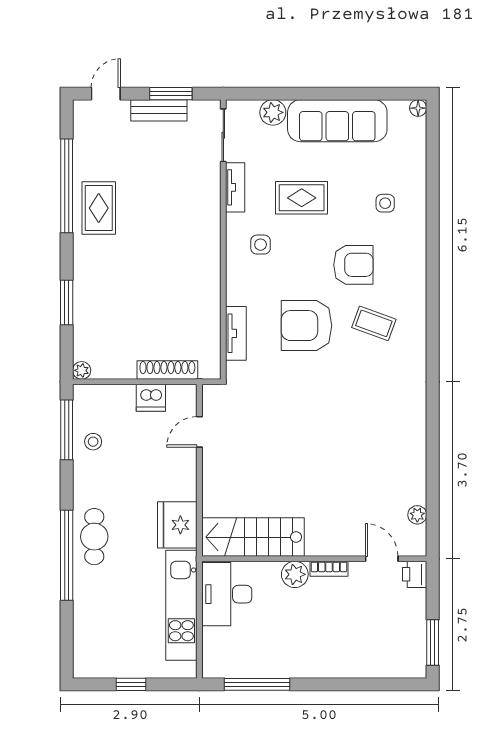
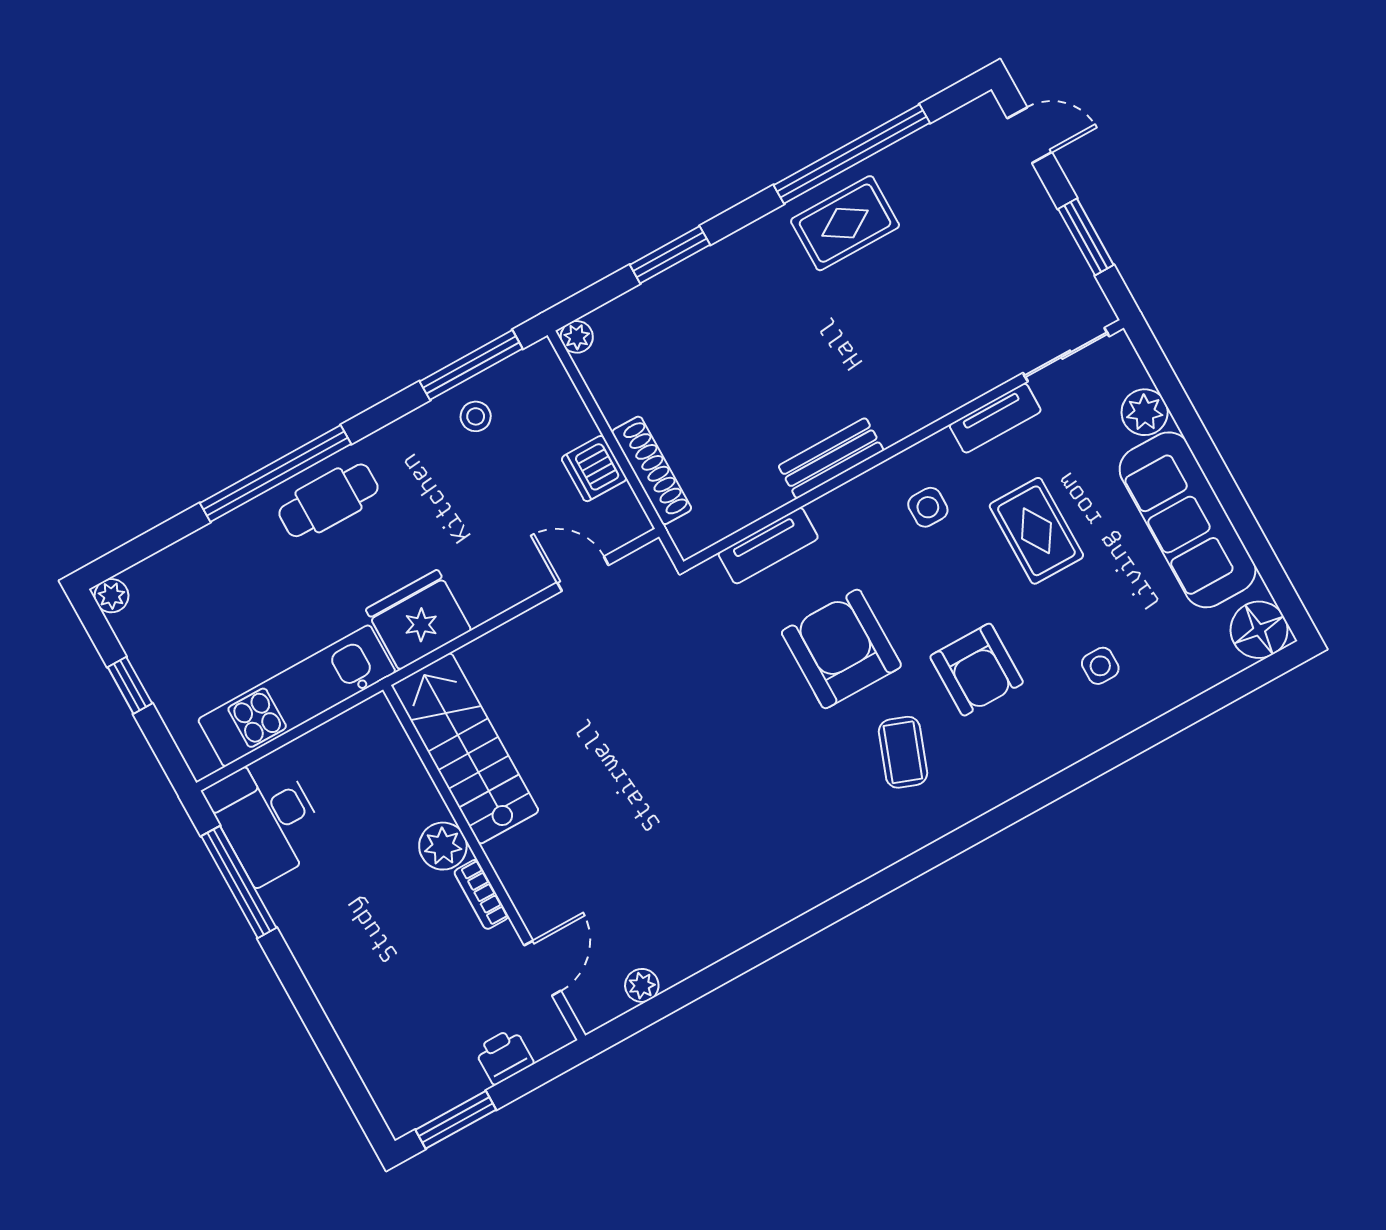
floor lamp: (418, 108) -> (1259, 630), width x1.89, depth x1.89
bench: (159, 110) -> (831, 458), moved, turned 90
printer: (415, 574) -> (504, 1056), moved
desk: (227, 594) -> (267, 819), moved, turned -90
plant: (82, 669) -> (112, 596), added

